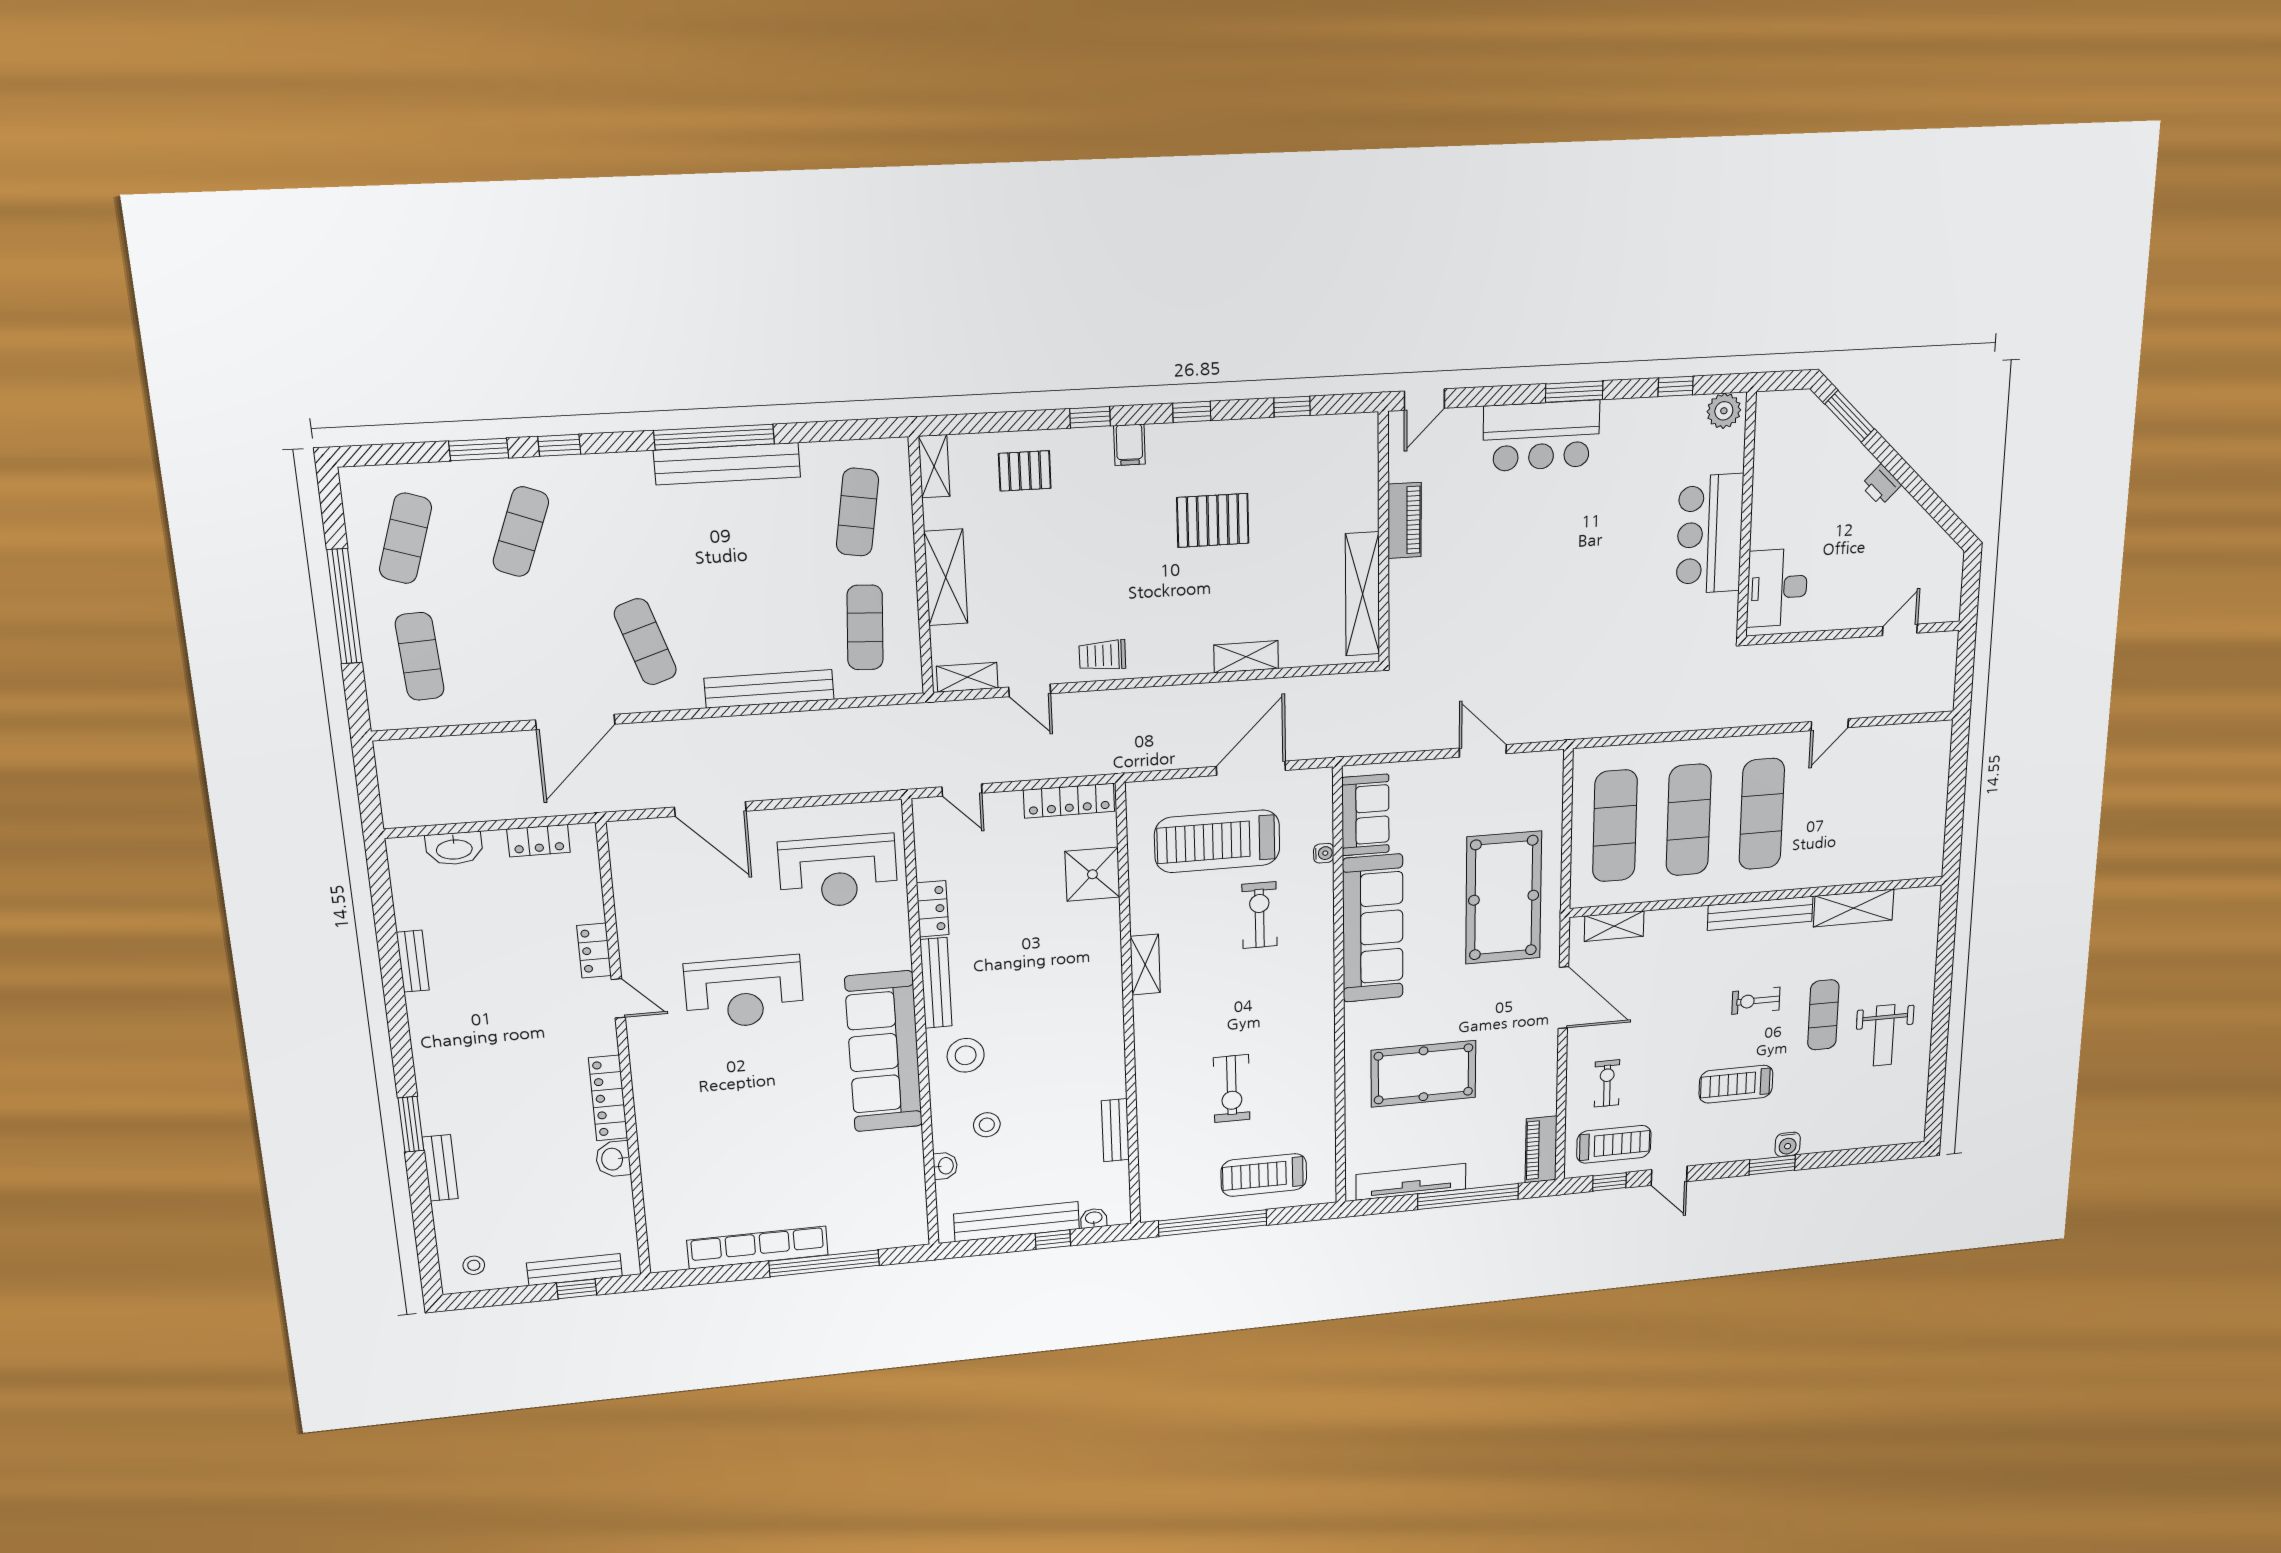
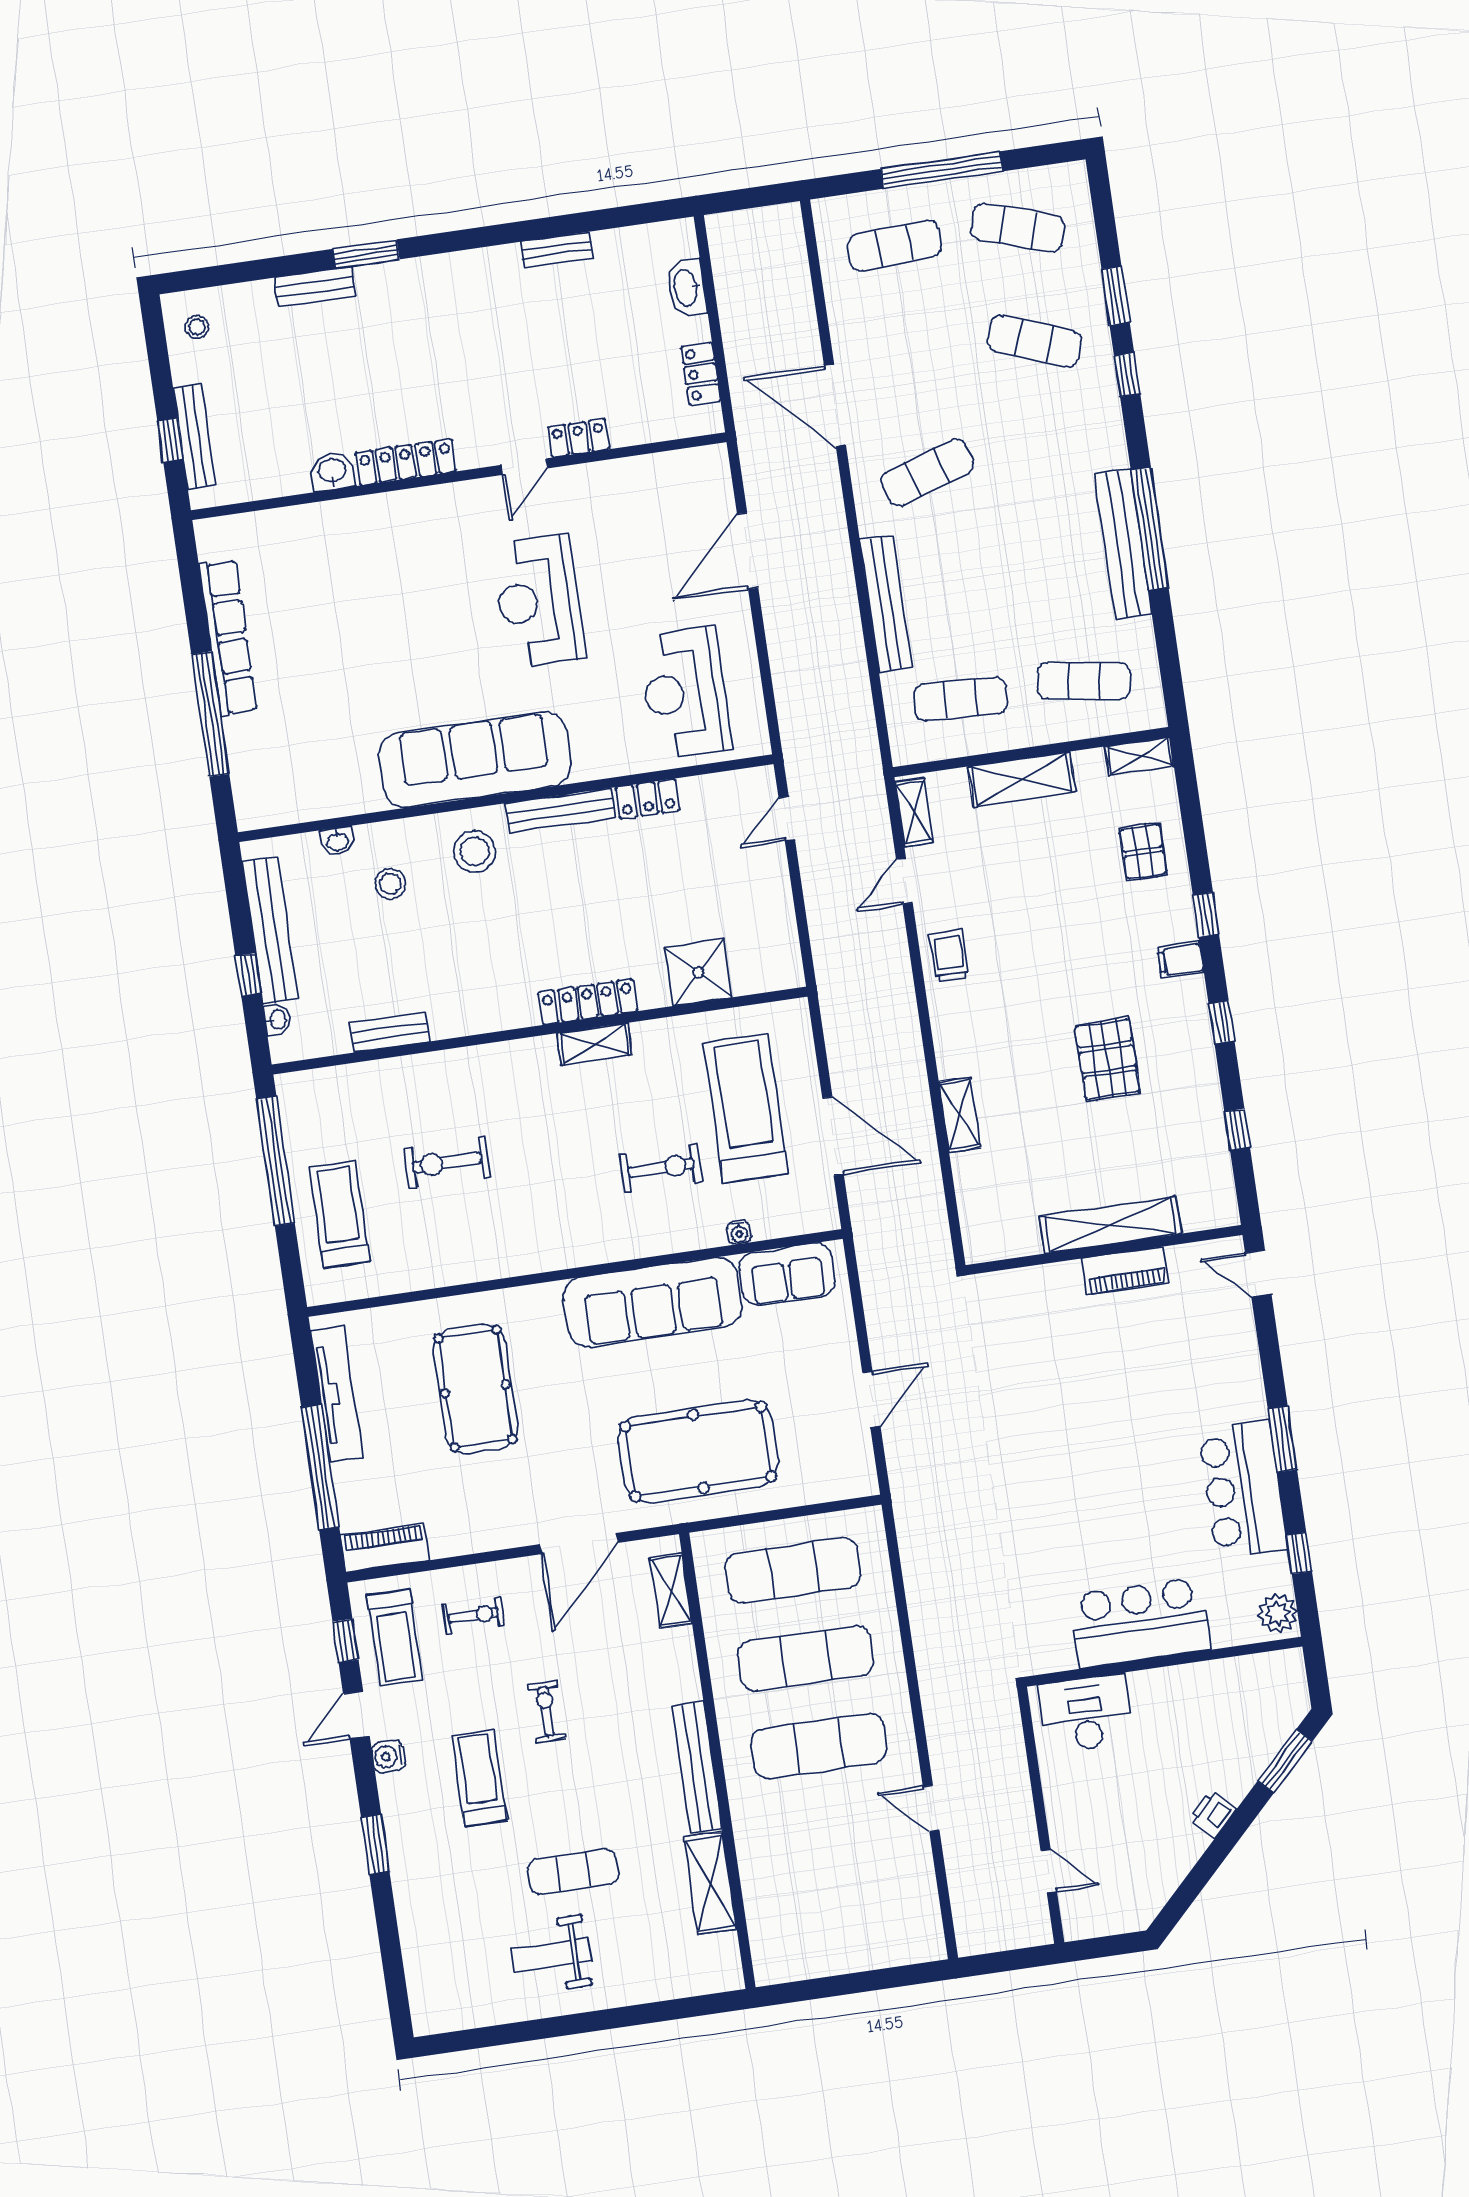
bar counter: (1541, 436) -> (1243, 1489), moved
shelving: (1363, 594) -> (1110, 1225), moved
locker: (1069, 801) -> (588, 1002), moved, turned 90
exercise bike: (1756, 1001) -> (546, 1712), moved
water cooler: (1788, 1144) -> (388, 1756), moved

